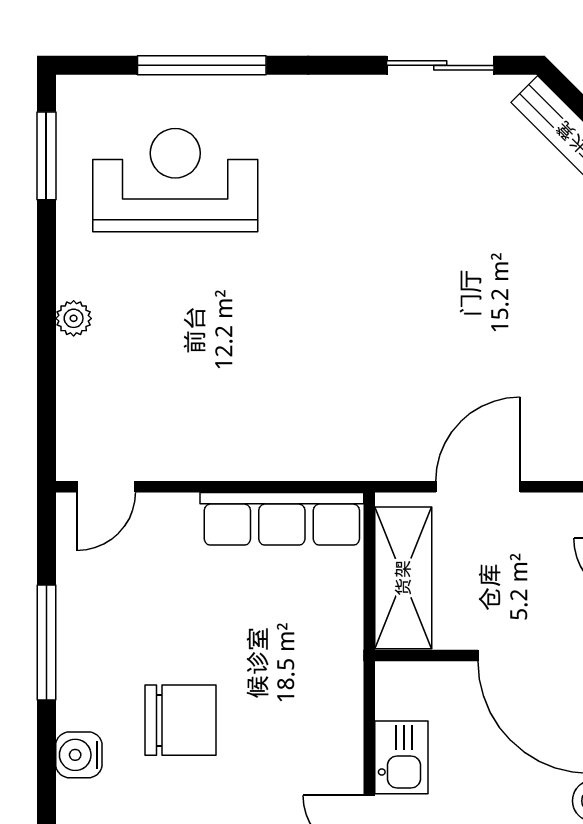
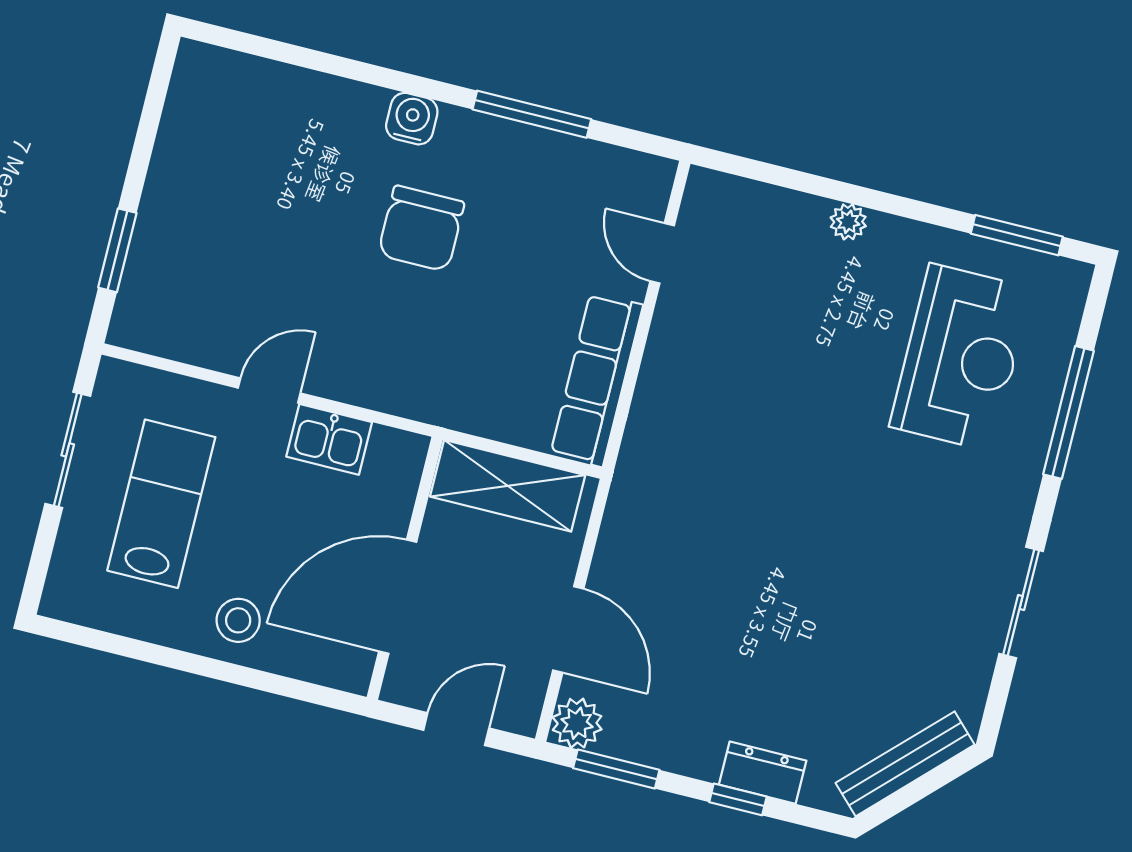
sliding door: (440, 65) -> (1021, 602), moved
door: (106, 487) -> (662, 253), moved
door: (478, 487) -> (568, 630), moved

